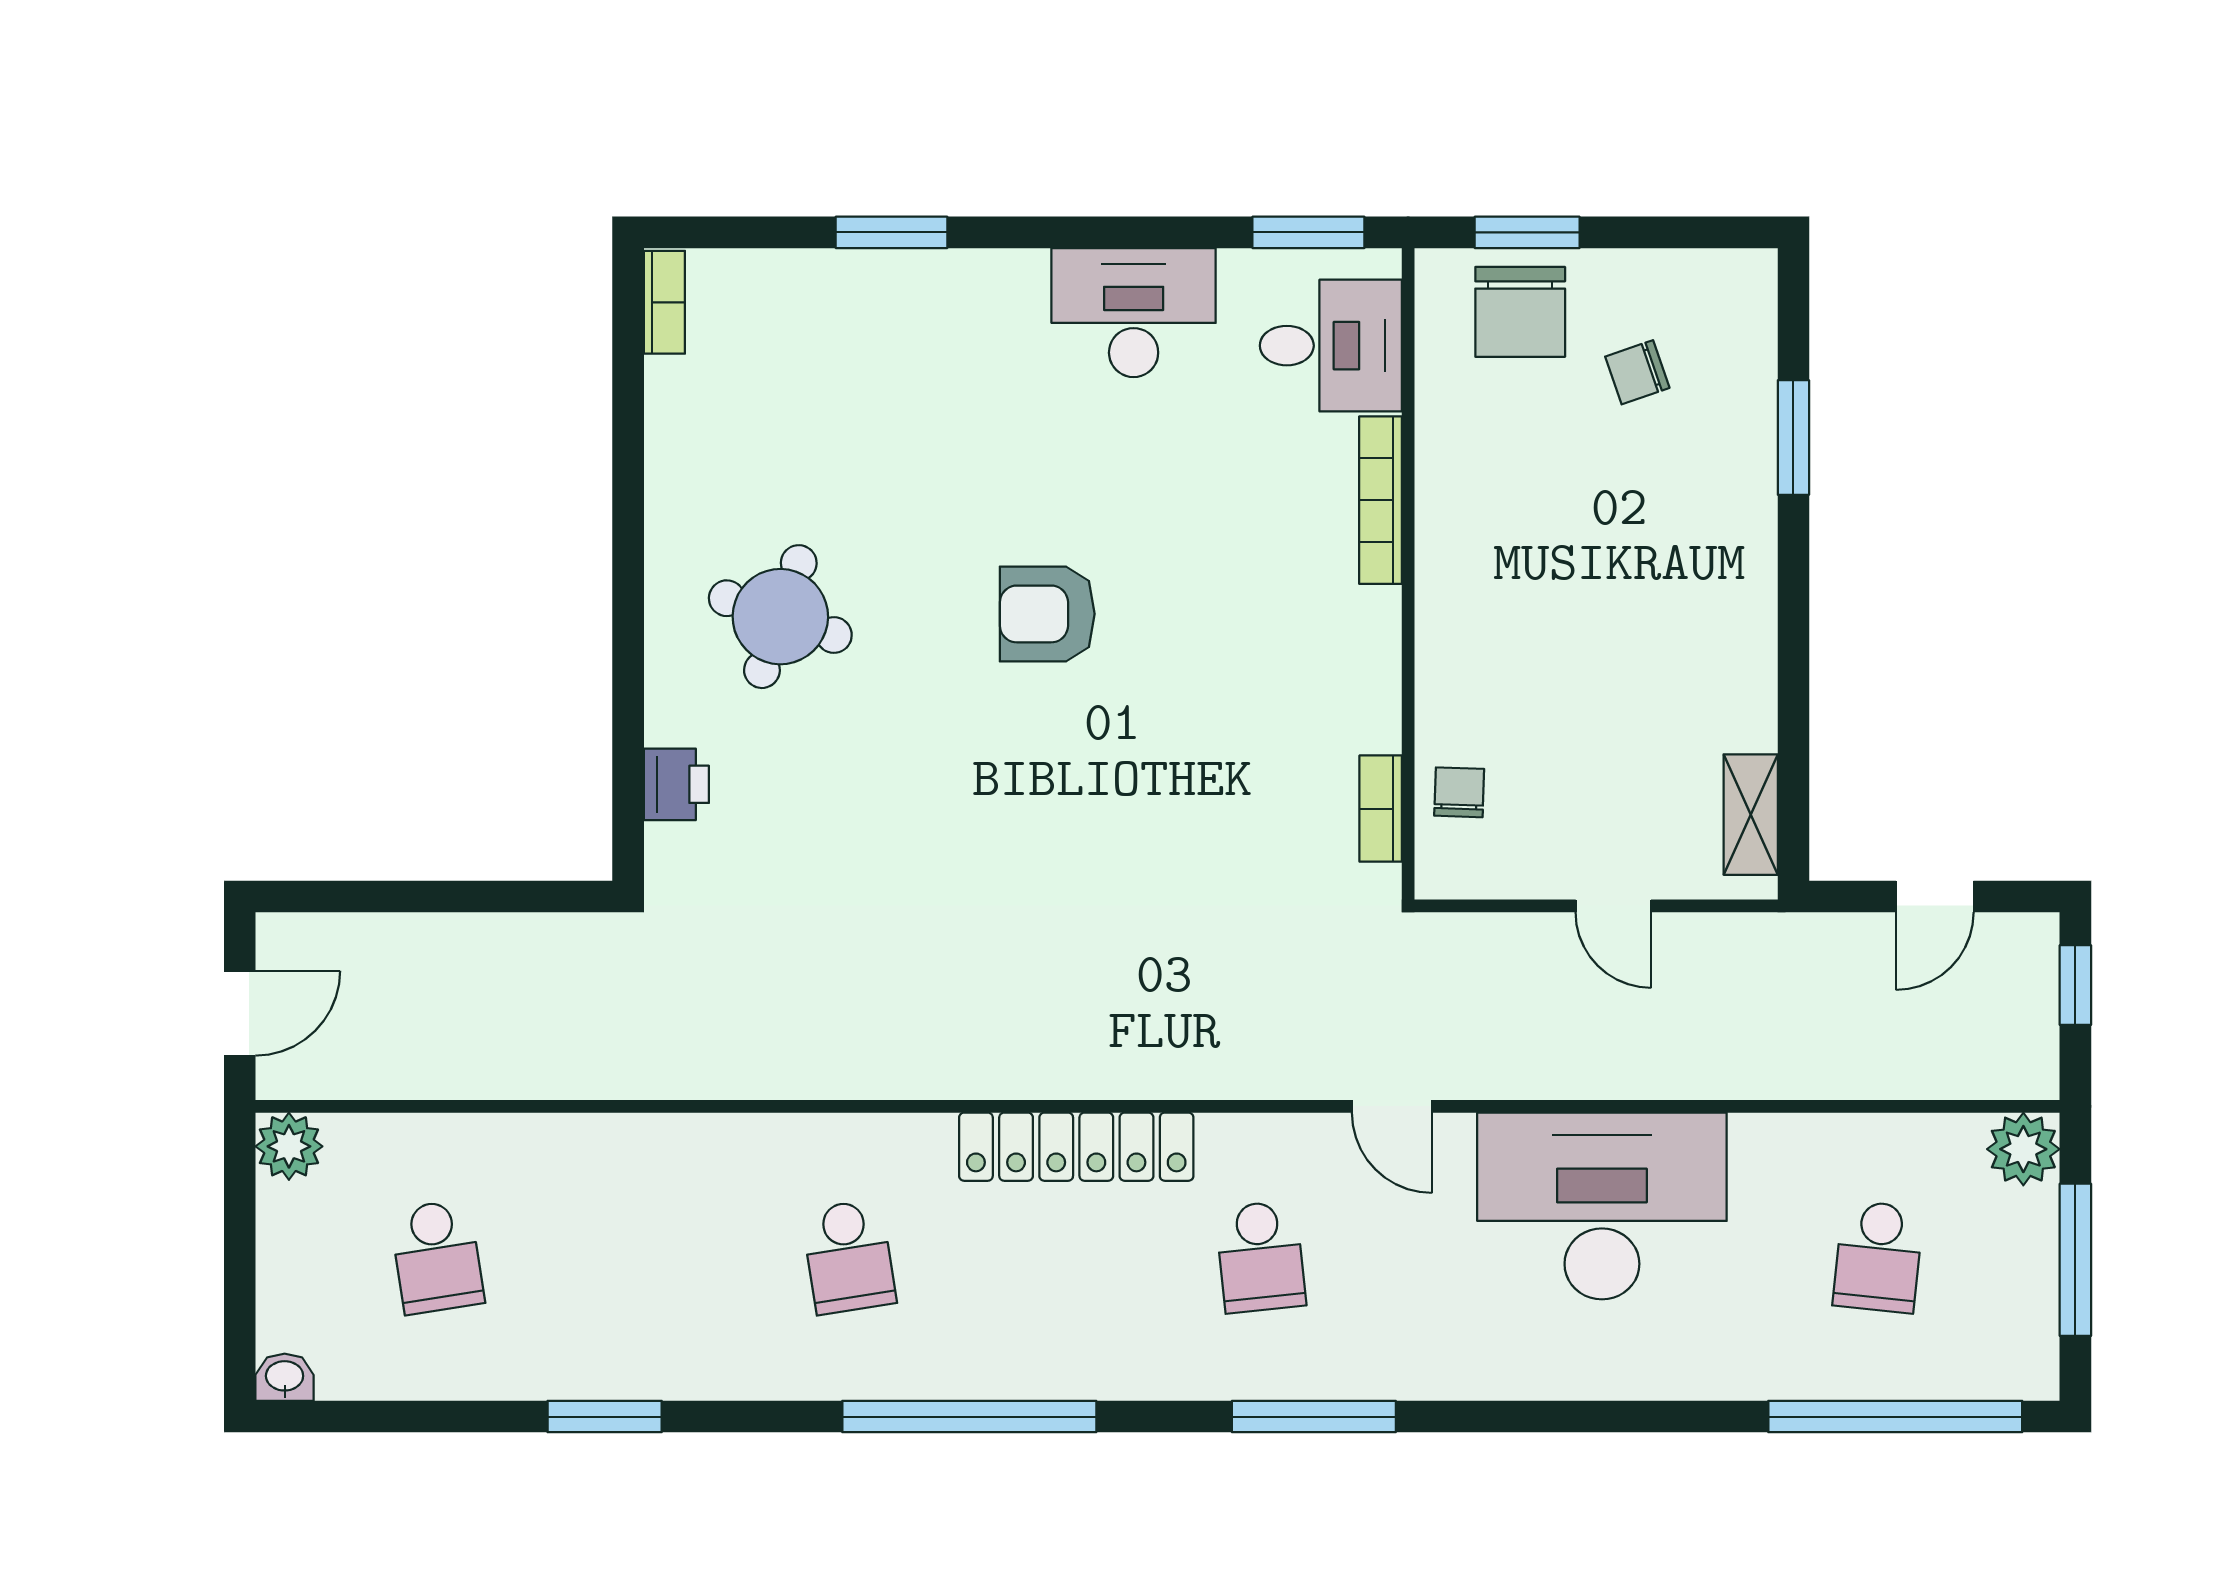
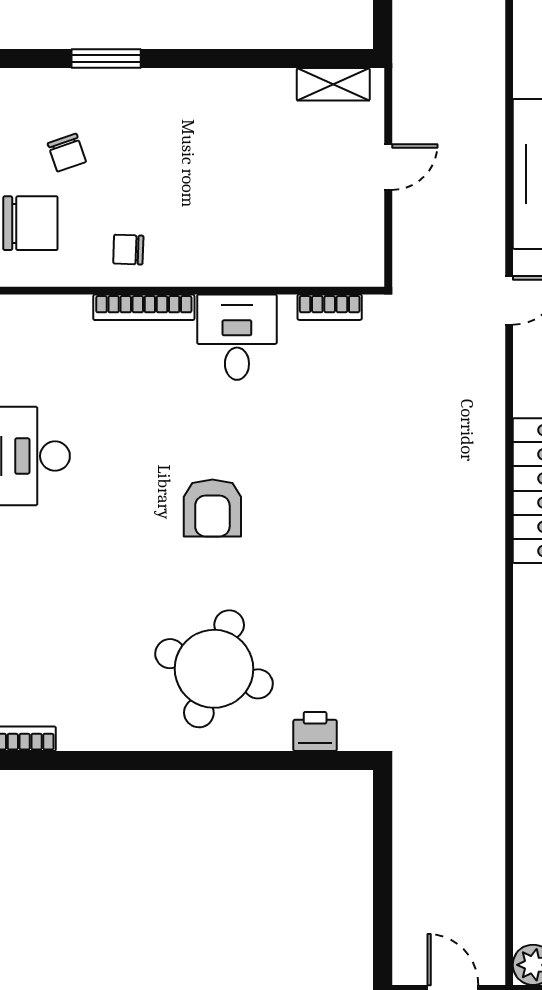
desk: (1331, 346) -> (237, 337), moved
round table: (780, 617) -> (214, 669), width x1.36, depth x1.36
chair: (1459, 792) -> (128, 250), moved

